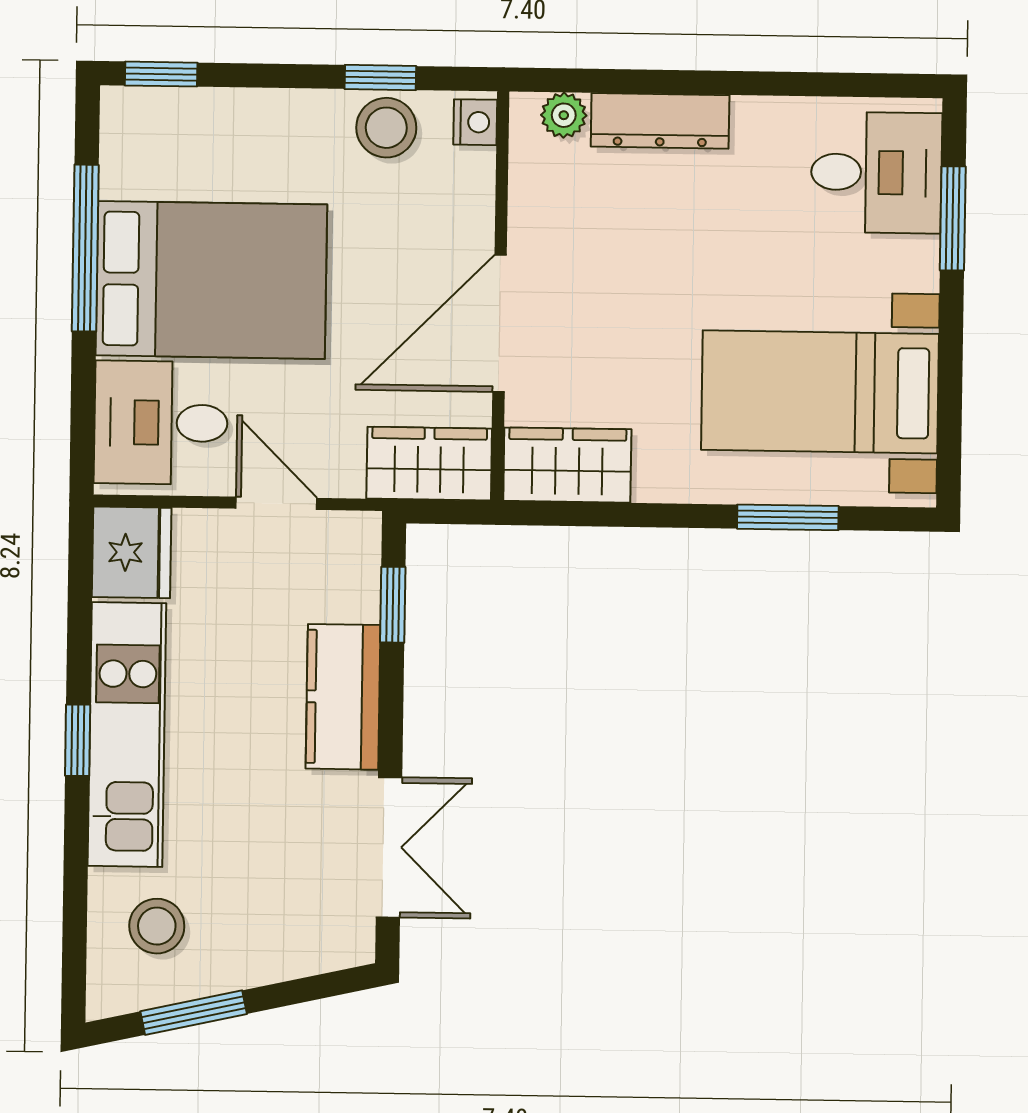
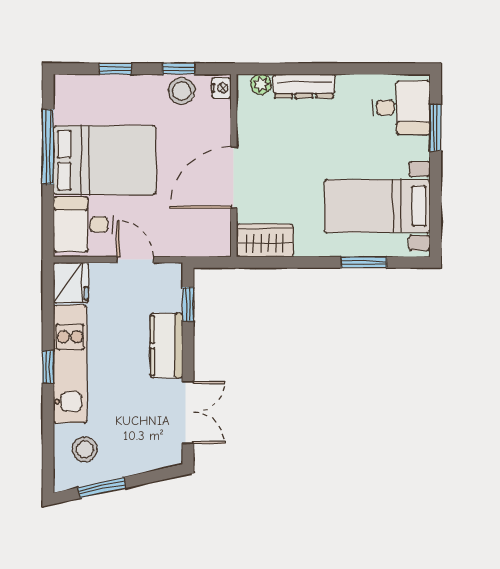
window: (161, 74) -> (115, 69), moved
wardrobe: (429, 464) -> (203, 241), removed

